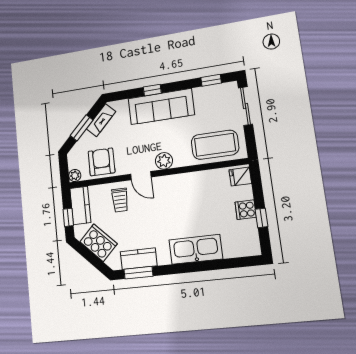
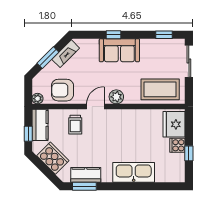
sofa: (161, 107) -> (119, 50), width x0.73
armchair: (101, 162) -> (62, 90), turned -90
door: (141, 176) -> (95, 107), swing flipped
fridge: (240, 177) -> (174, 124), width x1.88, depth x1.34

